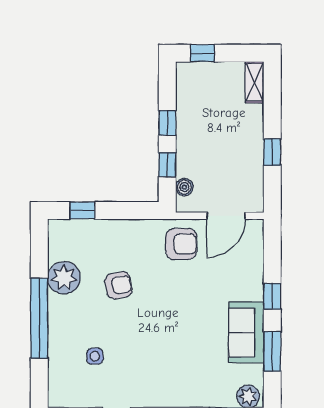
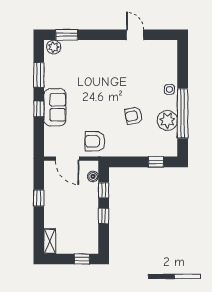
door: (226, 216) -> (67, 159), swing flipped
window: (39, 318) -> (183, 113), moved
sofa: (246, 332) -> (55, 107), moved
side table: (95, 356) -> (169, 89), moved

